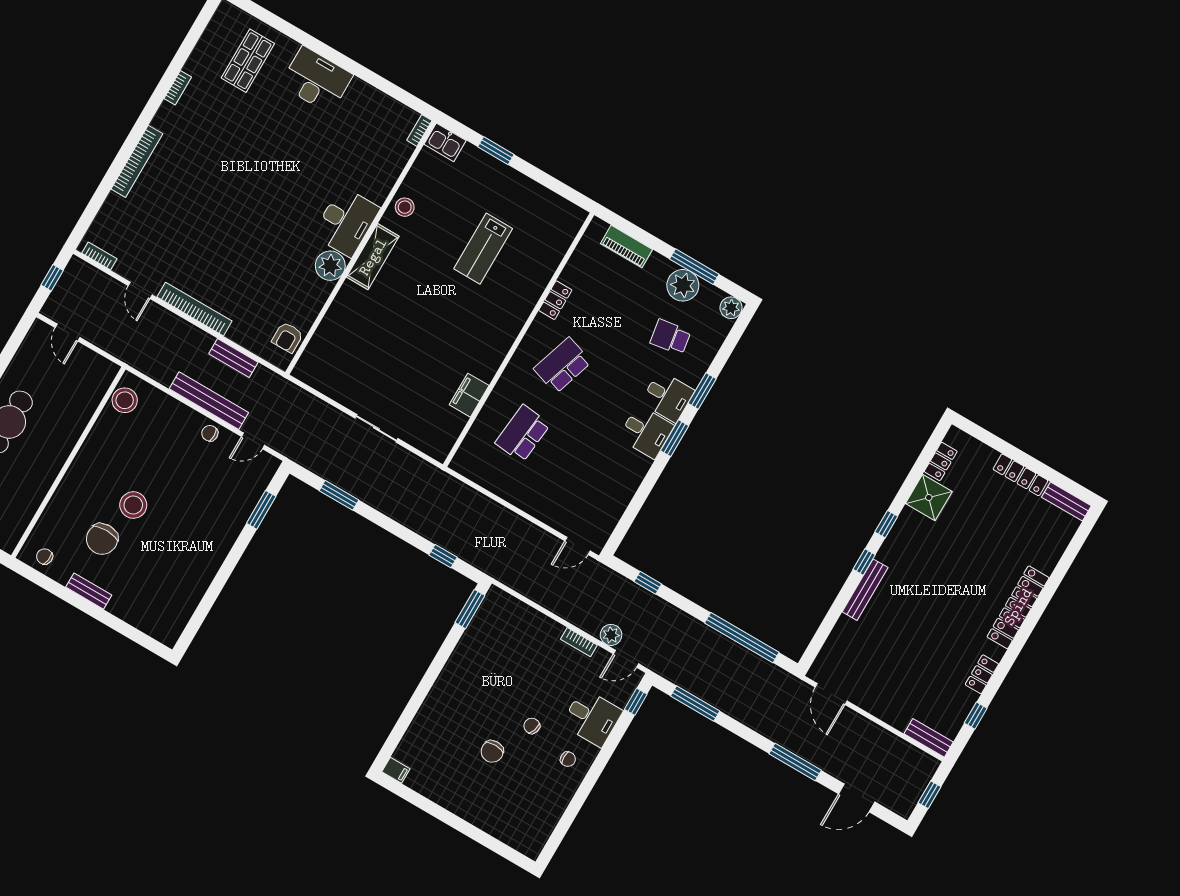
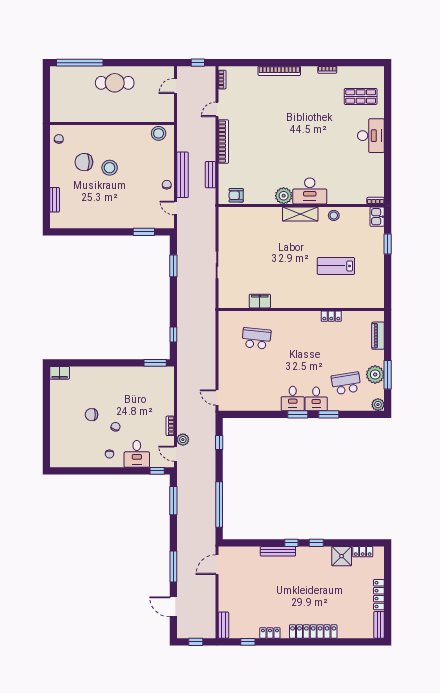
school desk: (670, 337) -> (346, 383), width x1.85
school desk: (562, 365) -> (301, 338), removed
bench: (89, 591) -> (55, 200), moved
filing cabinet: (396, 770) -> (60, 373), width x2.00

